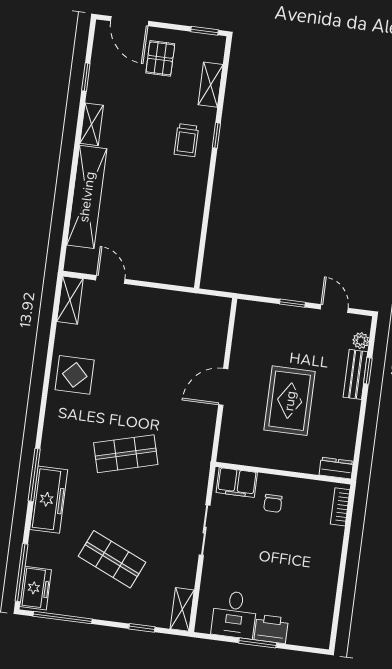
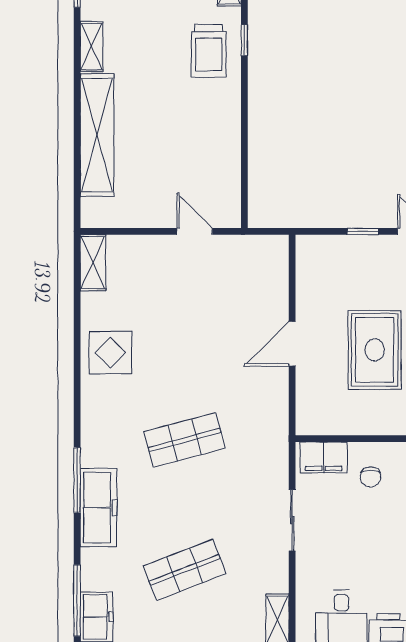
trolley: (186, 140) -> (209, 51), width x1.36, depth x1.39
door: (110, 280) -> (195, 231), moved
shop shelf: (112, 559) -> (185, 570), turned -45

